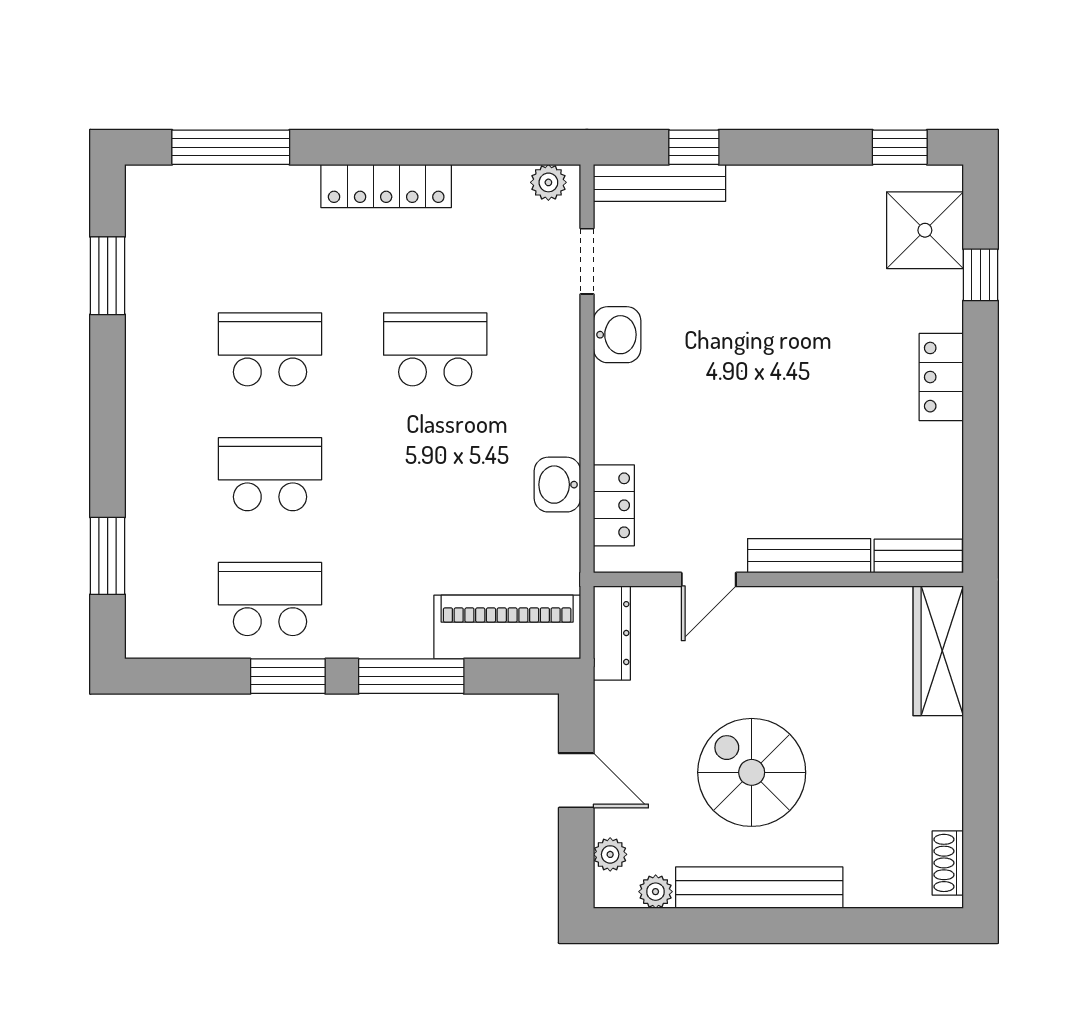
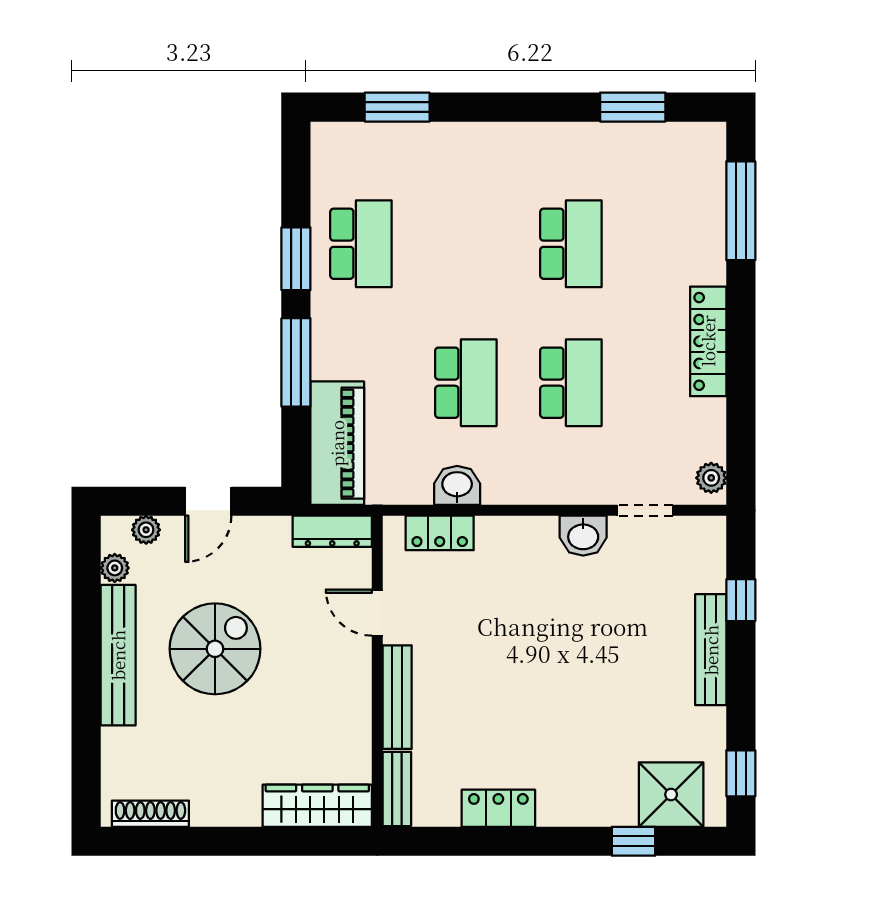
bench: (660, 183) -> (711, 650), moved
locker: (941, 377) -> (498, 808), moved
school desk: (270, 474) -> (466, 383), moved
shoe rack: (948, 863) -> (150, 814), width x1.43

